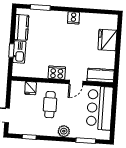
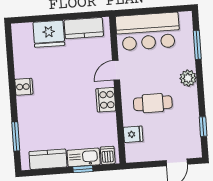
dishwasher: (19, 69) -> (108, 155), added
kitchen counter: (101, 75) -> (84, 28), moved, turned -90
door: (76, 83) -> (116, 70), swing flipped

